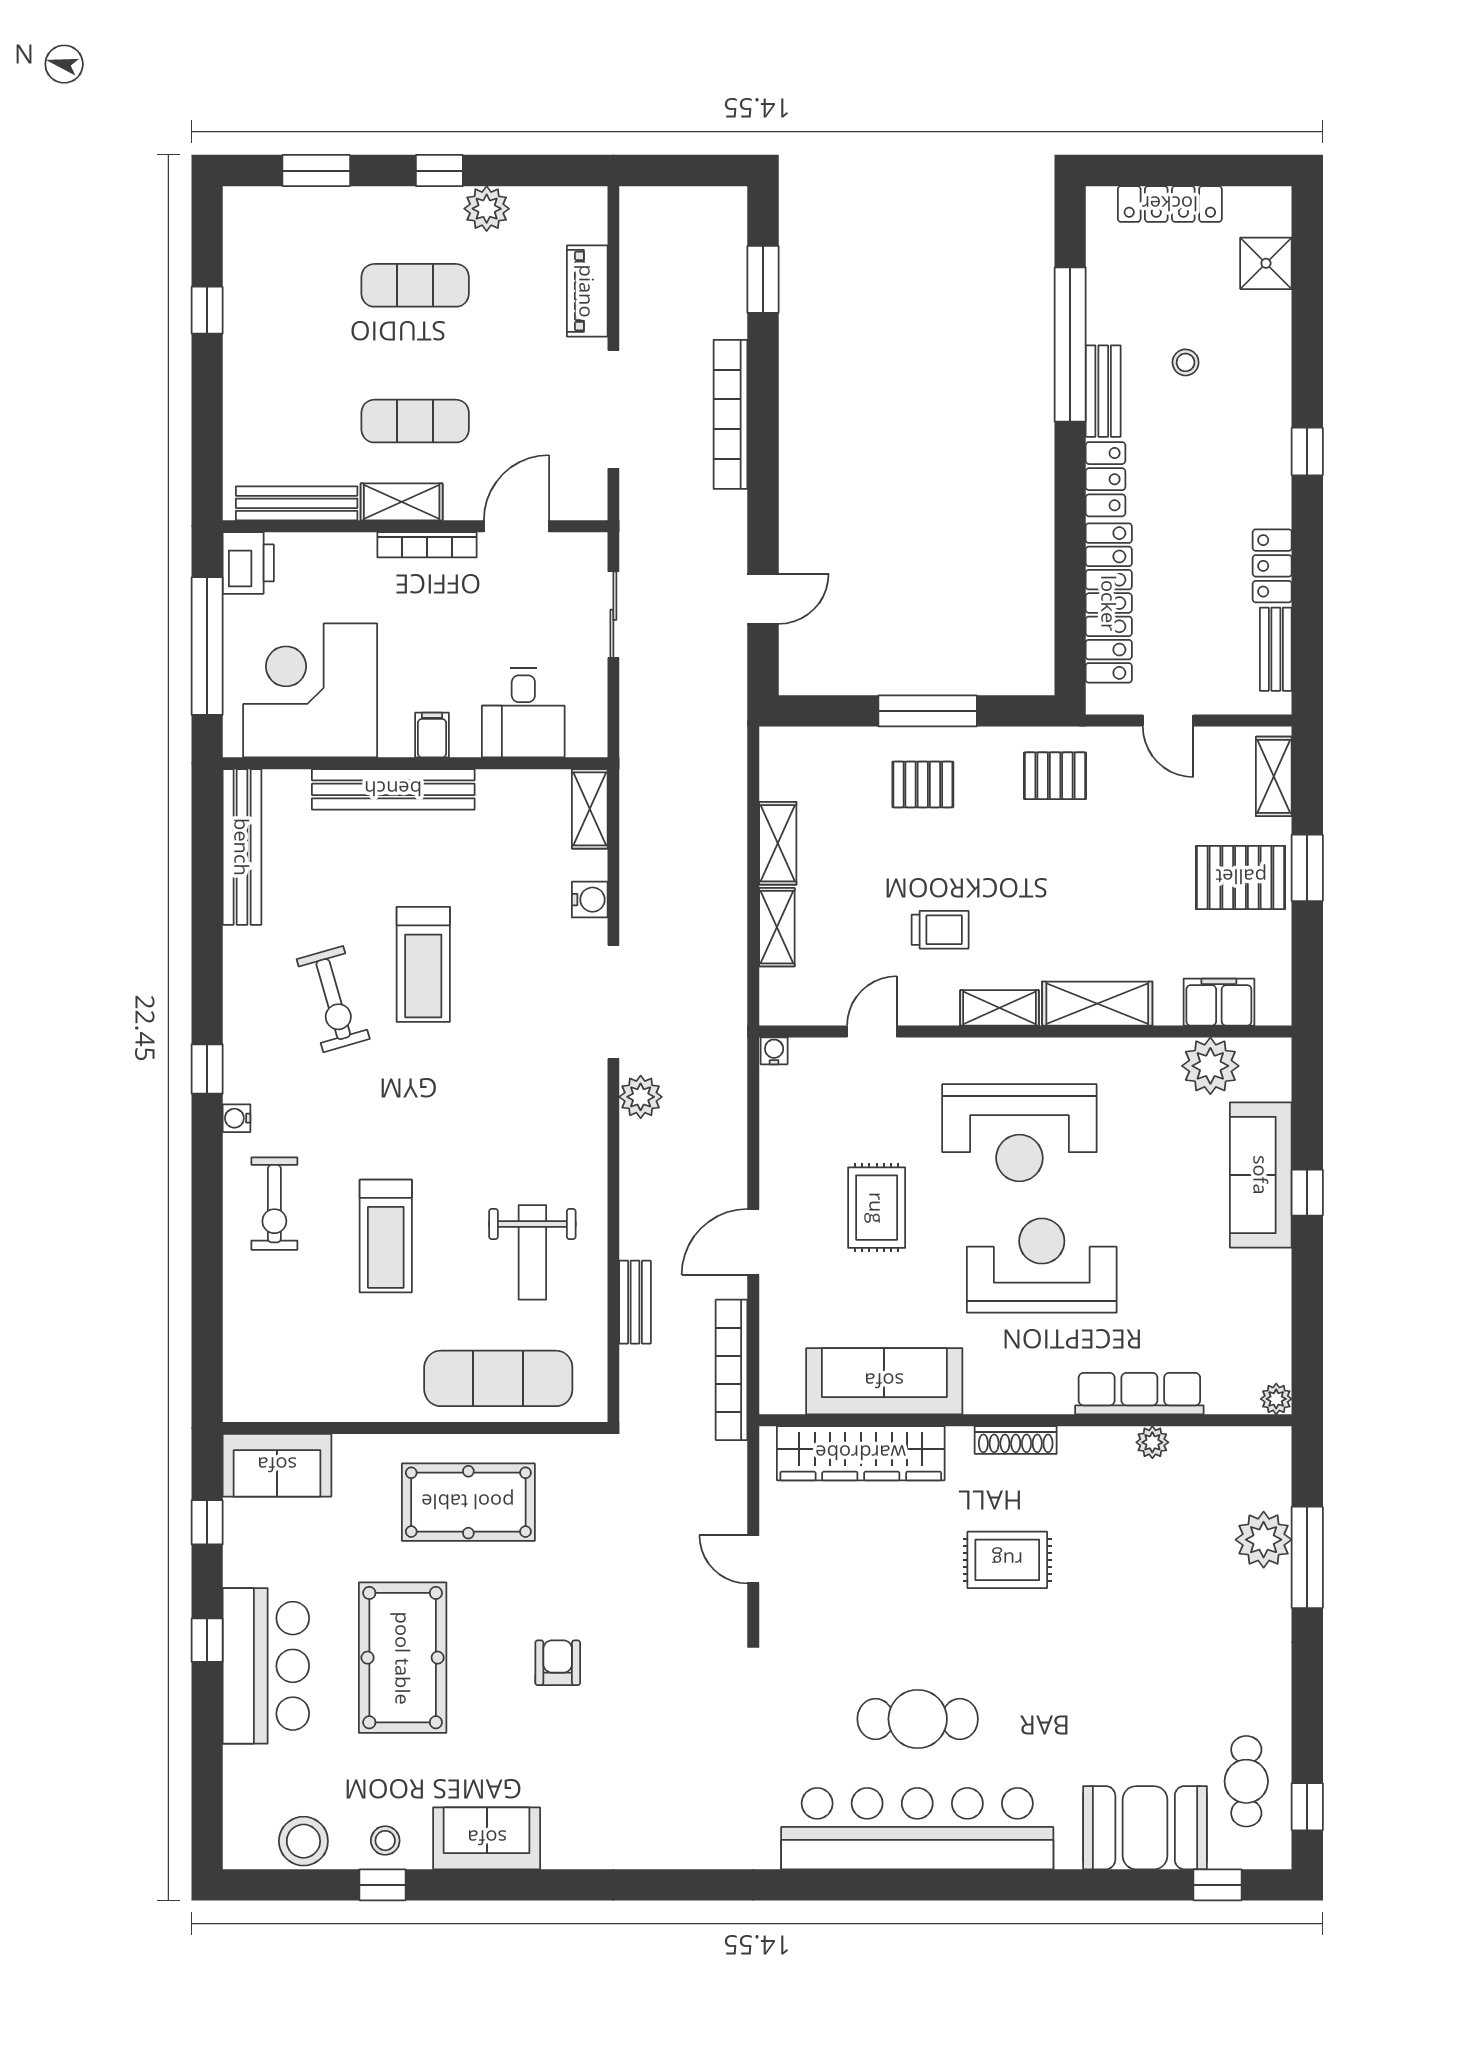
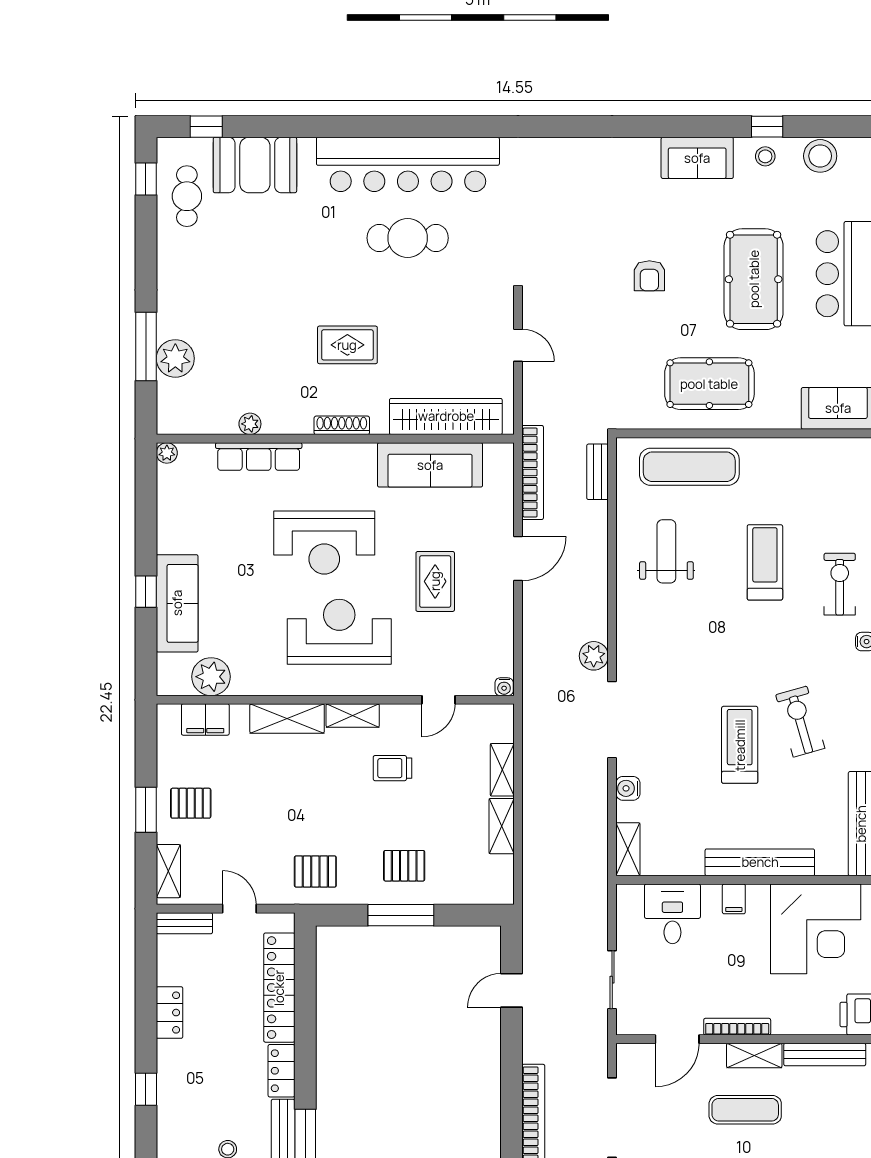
bench: (1276, 649) -> (184, 923), moved, turned 90
pallet: (1241, 877) -> (191, 803), width x0.67, depth x0.71
bench: (635, 1302) -> (597, 472), moved

